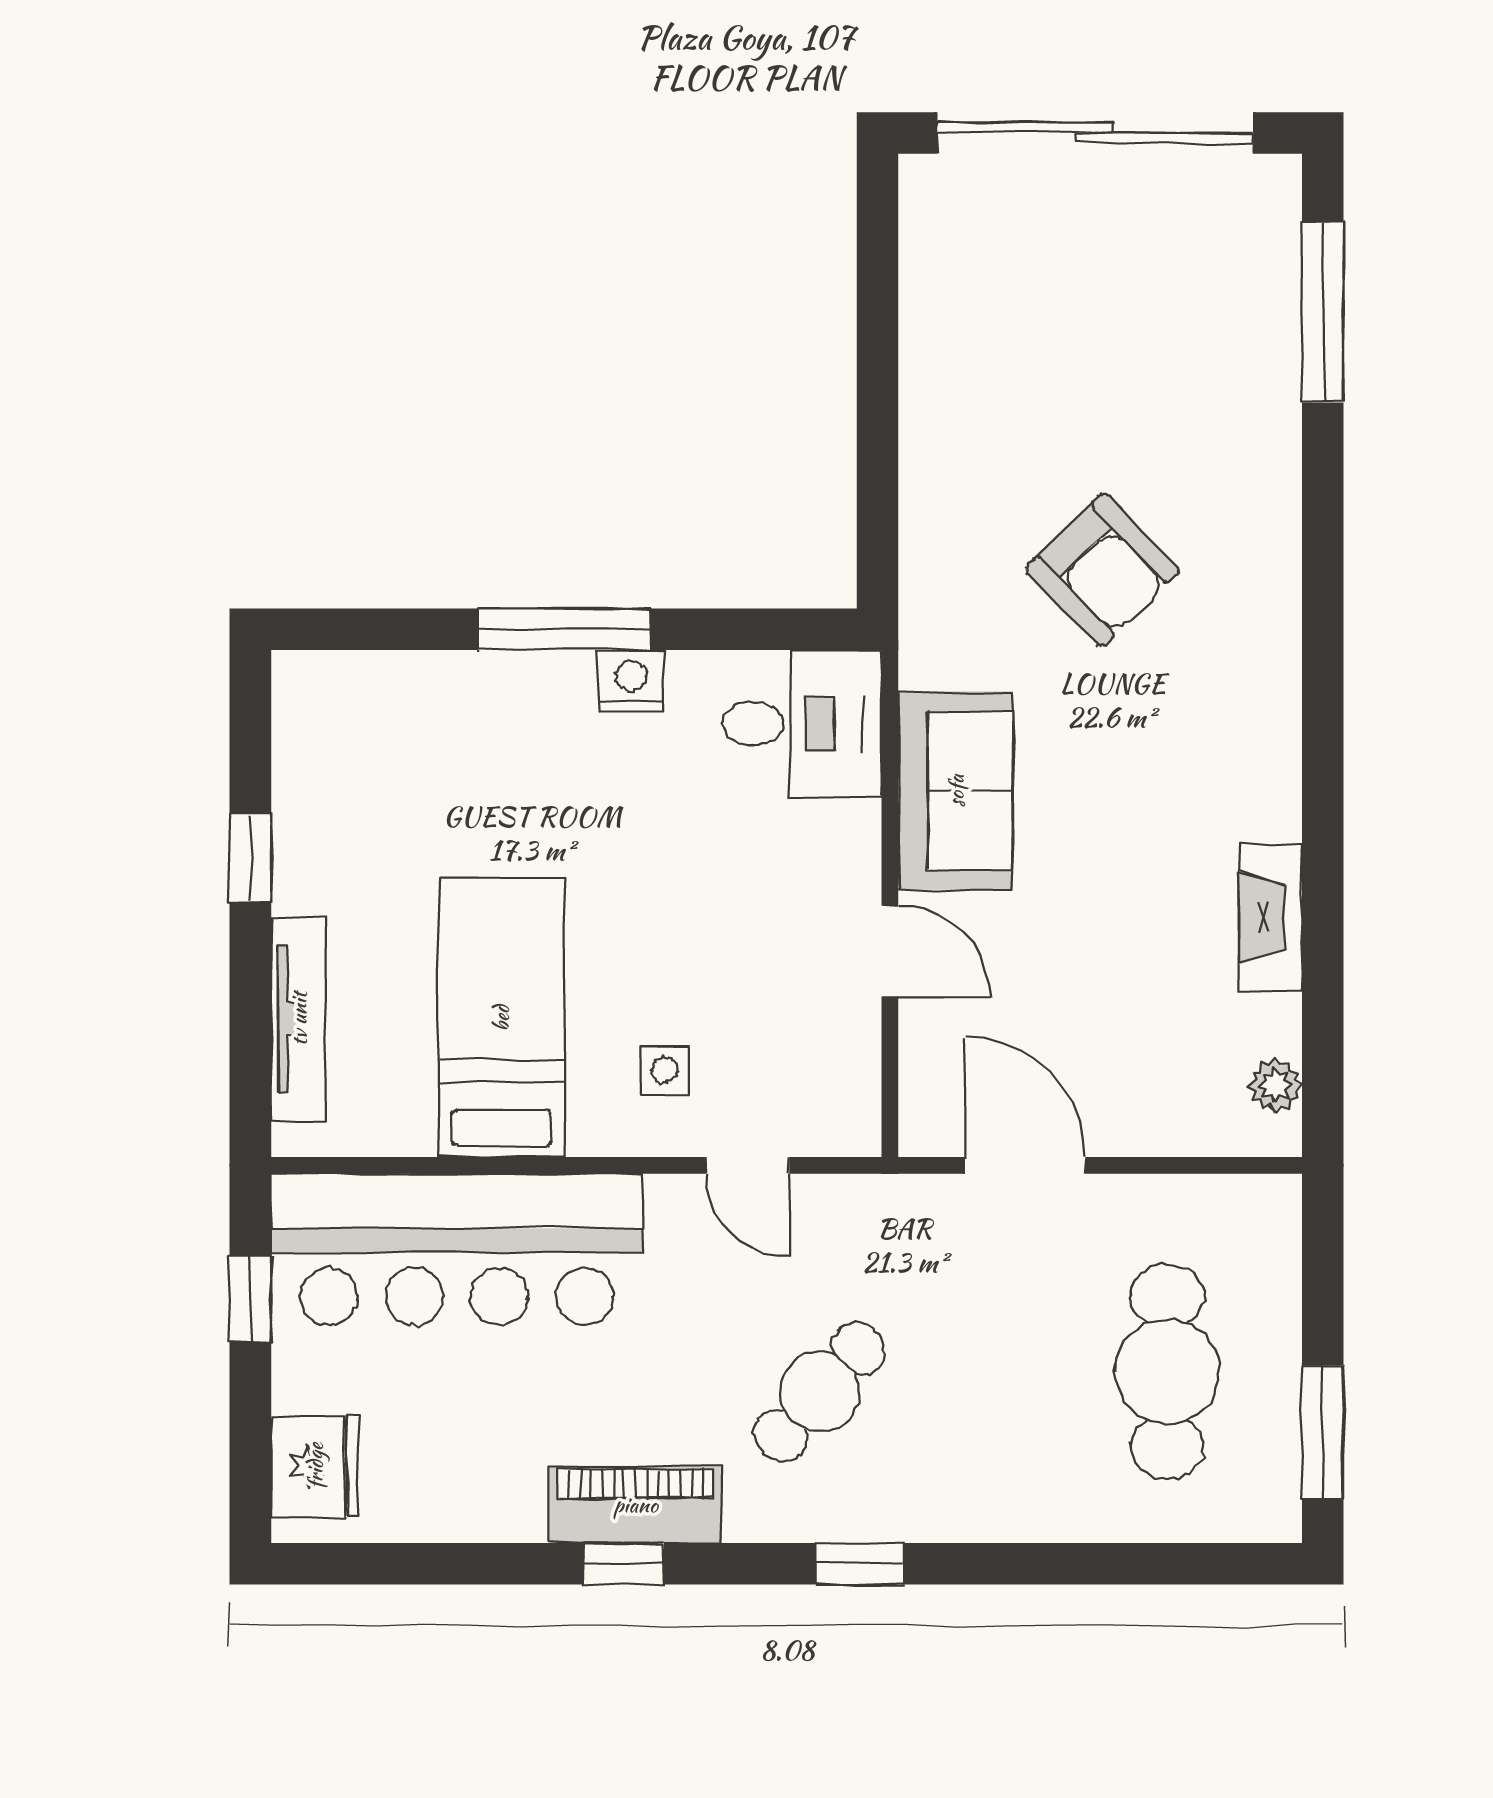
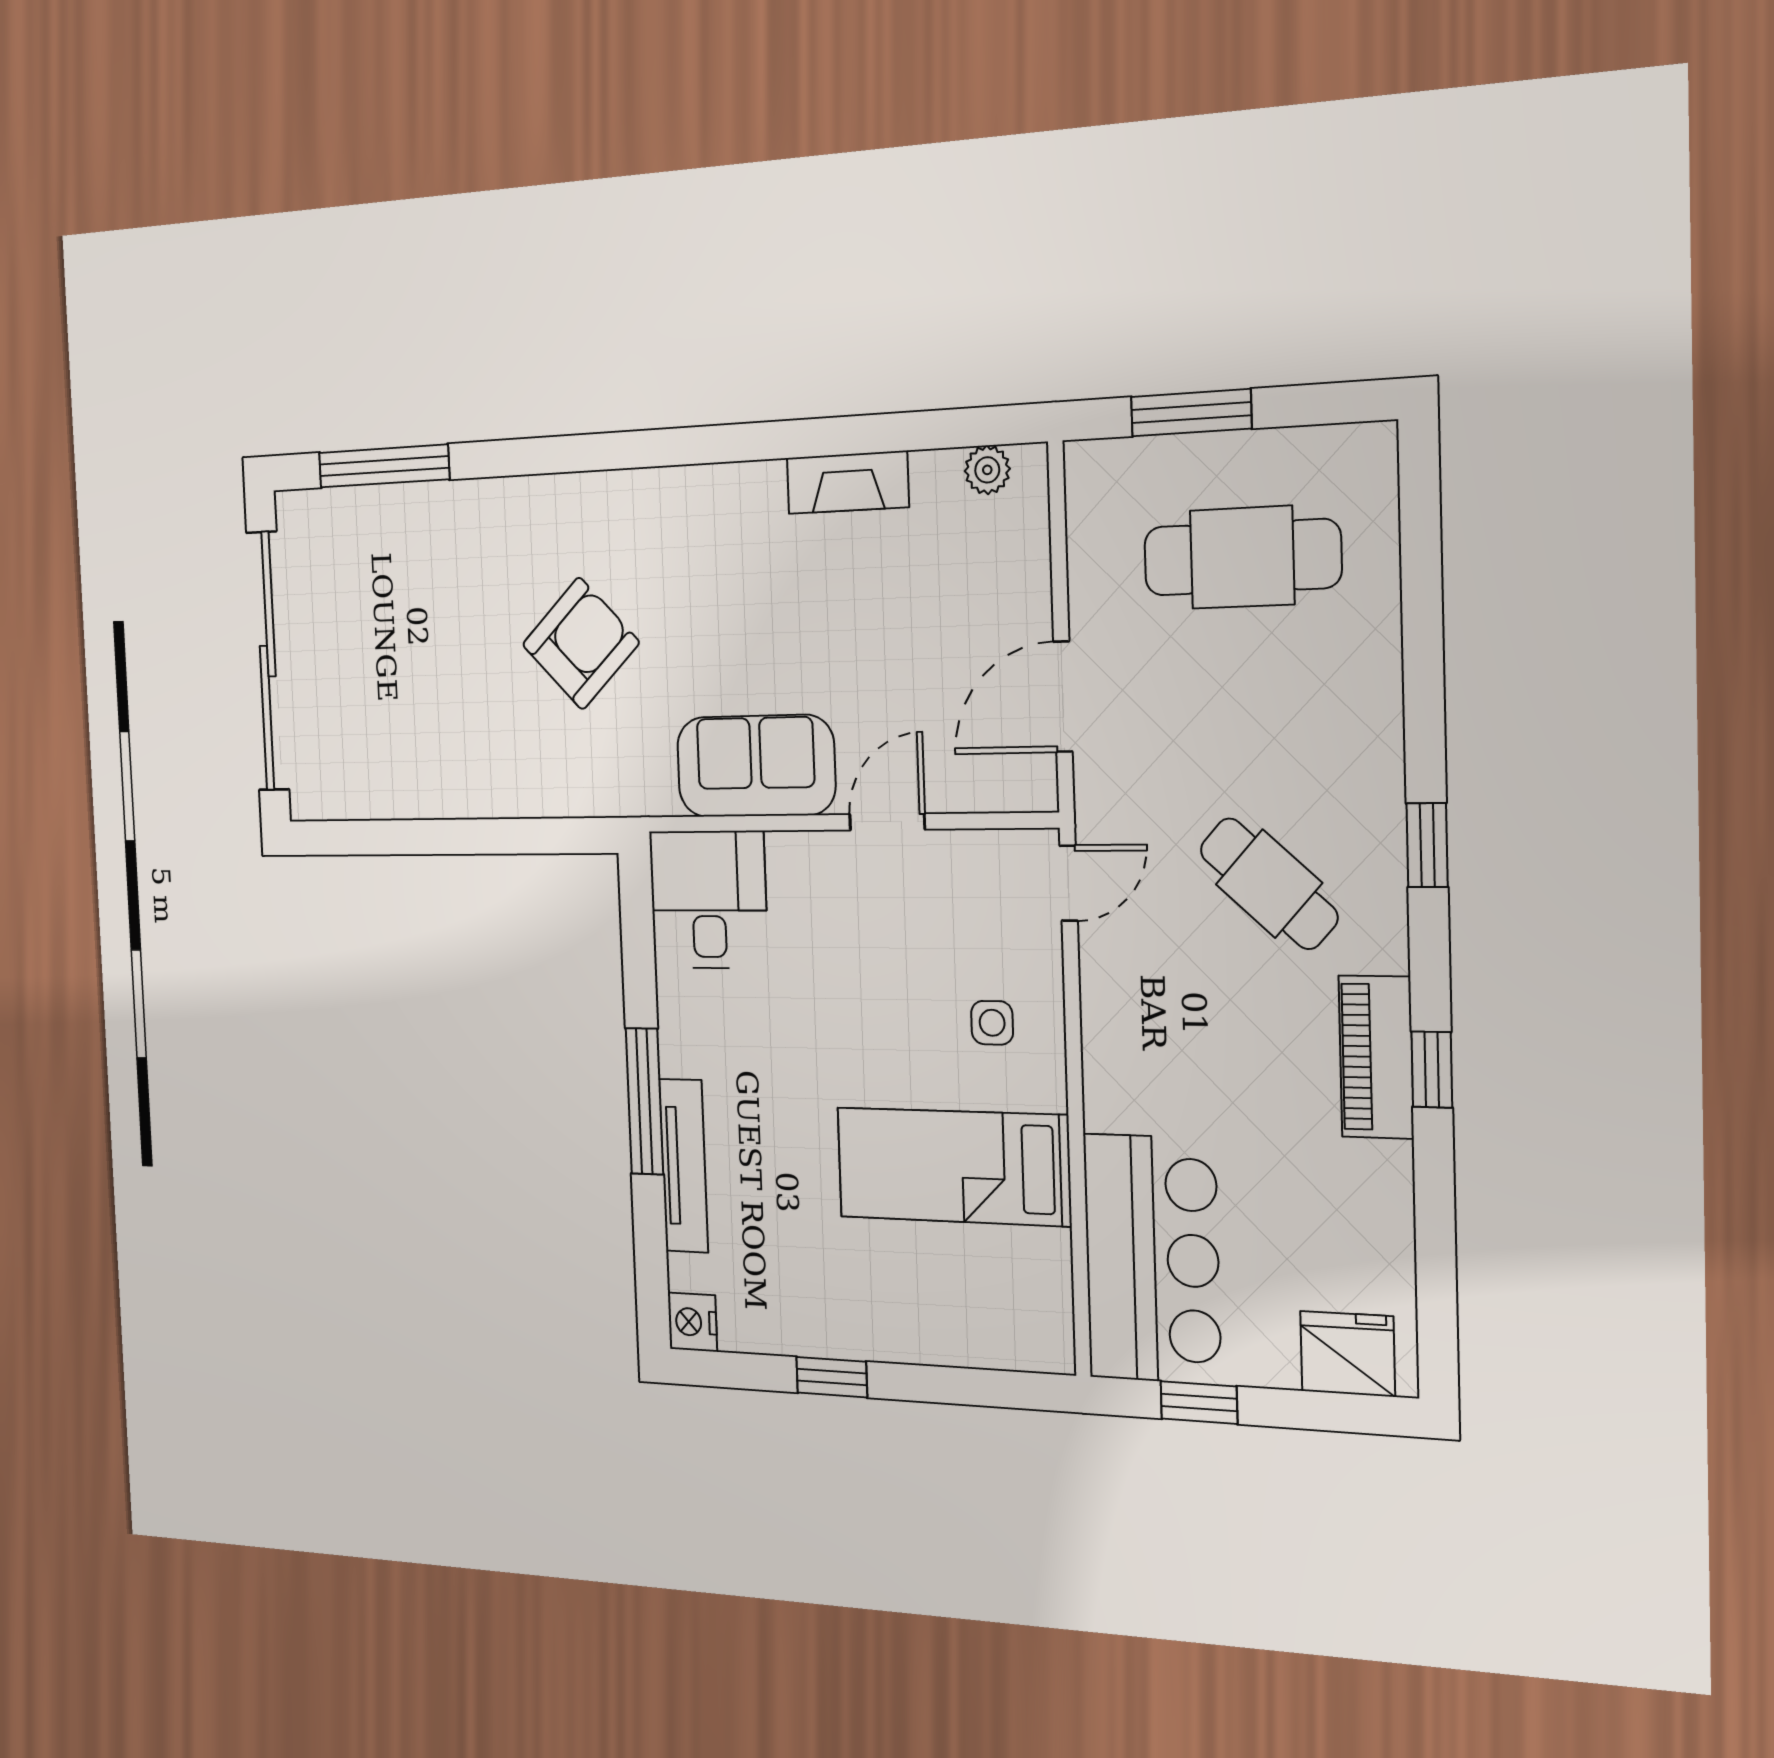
nightstand: (631, 681) -> (692, 1322), moved
tv unit: (299, 1019) -> (684, 1166), moved, turned 90
door: (748, 1165) -> (1069, 883), moved
bar counter: (457, 1249) -> (1152, 1259), width x0.73
window: (1323, 1432) -> (1191, 413), moved

